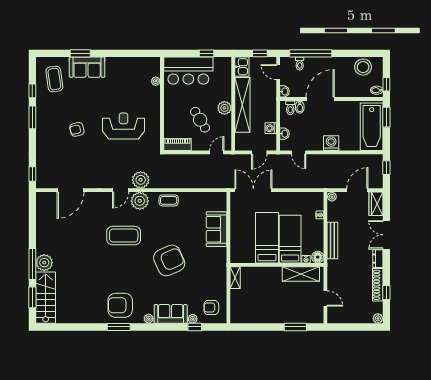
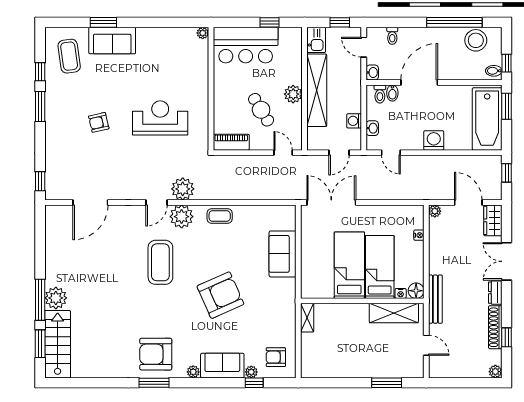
window: (311, 53) -> (454, 22), moved
plant: (156, 81) -> (203, 33), moved
door: (217, 152) -> (283, 153), hinge flipped
door: (357, 190) -> (468, 203), hinge flipped
coffee table: (124, 236) -> (160, 262), turned 90
bench: (332, 240) -> (435, 299), moved

